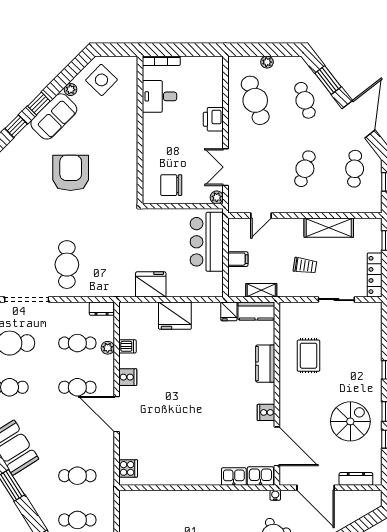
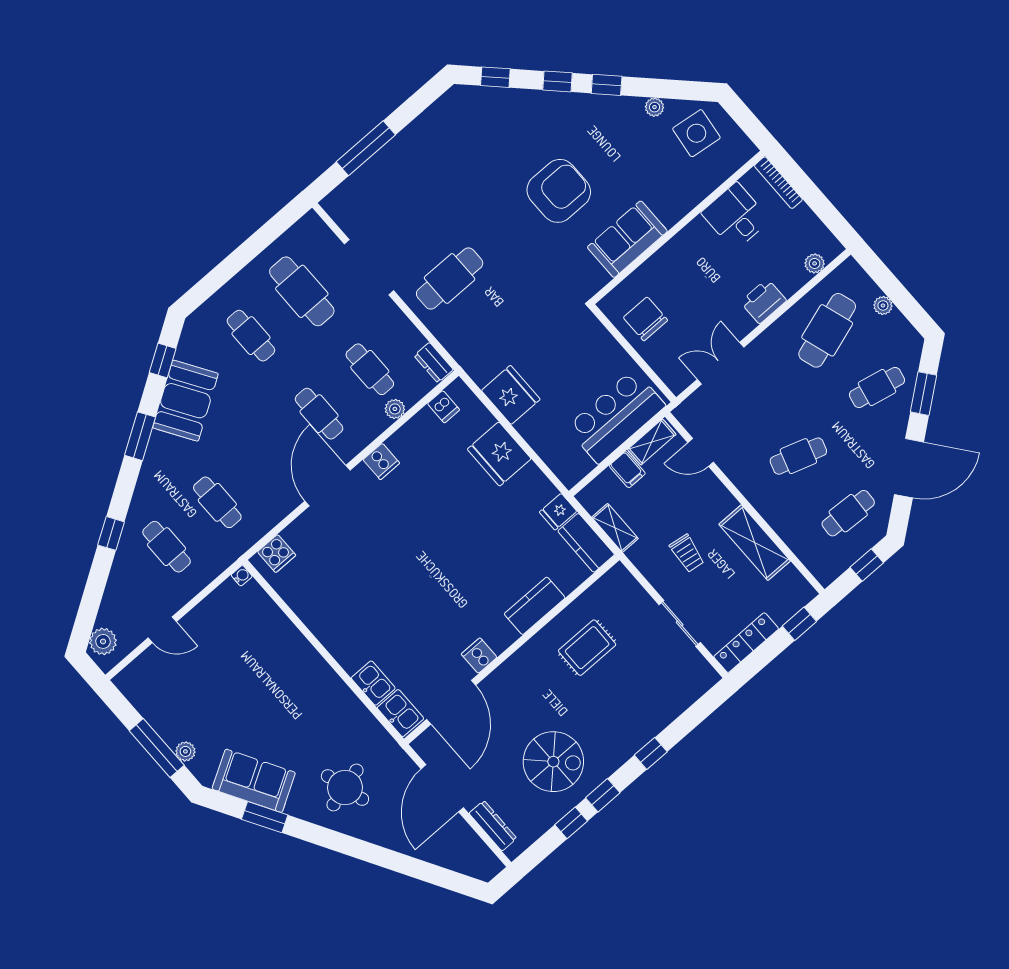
side table: (101, 80) -> (696, 133), turned -37
cafe table: (305, 100) -> (877, 387), turned 30
sofa: (54, 116) -> (627, 239), moved, turned 135
plant: (217, 197) -> (815, 263), moved
shelving: (235, 235) -> (652, 442), added
dishwasher: (128, 346) -> (443, 407), moved
water cooler: (275, 495) -> (242, 576), moved

